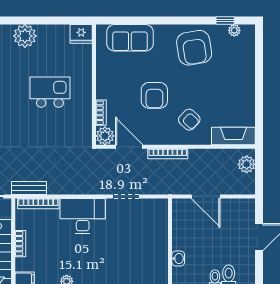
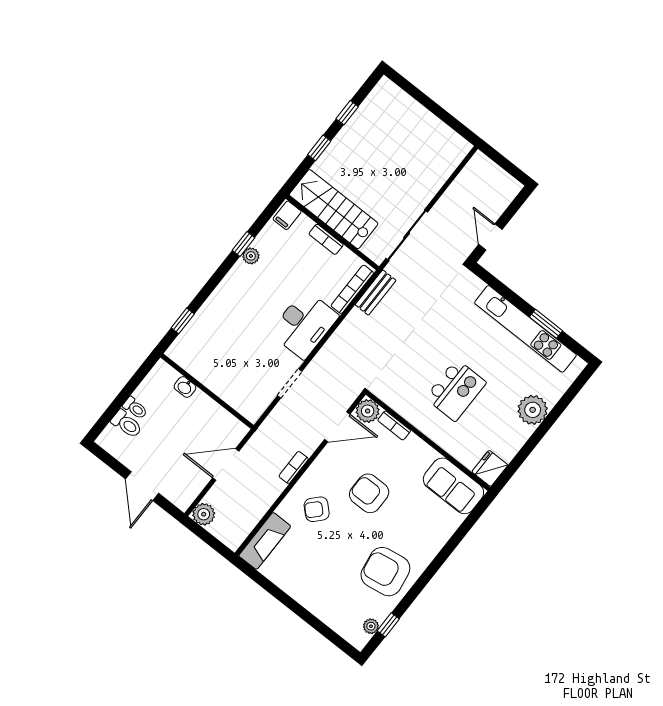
sofa: (130, 38) -> (453, 486), moved, turned -90
bookcase: (168, 154) -> (294, 467), width x0.64
plant: (247, 164) -> (204, 514), moved

